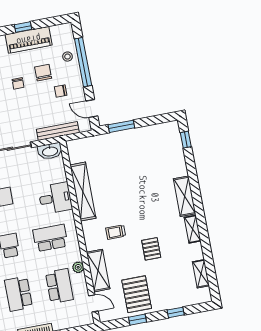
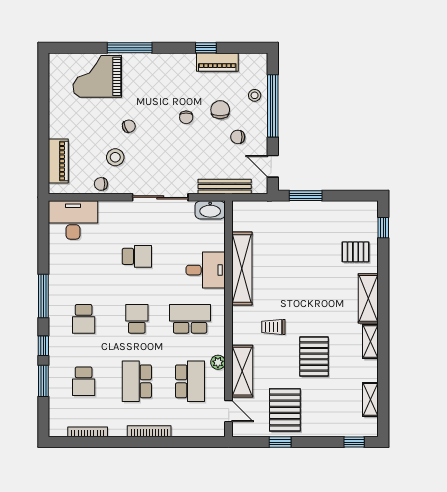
piano: (29, 40) -> (217, 62), width x0.73, depth x0.75
pallet: (168, 162) -> (356, 252), added
pallet: (151, 249) -> (314, 356), width x1.50, depth x1.42
window: (176, 312) -> (354, 442), moved

